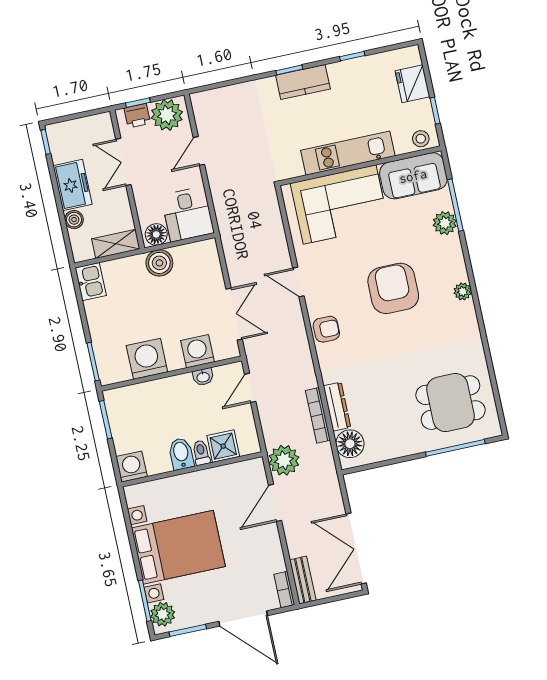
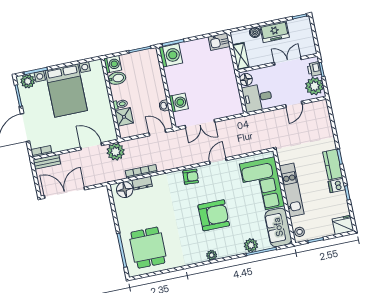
dishwasher: (340, 75) -> (337, 186), added
fridge: (412, 84) -> (343, 225), moved
door: (199, 151) -> (294, 104), swing flipped
boiler: (159, 263) -> (230, 81), removed
armchair: (326, 329) -> (191, 177), turned -86
washing machine: (147, 359) -> (171, 55), moved
dresser: (337, 407) -> (142, 183), width x0.70
bidet: (181, 454) -> (117, 78), moved

